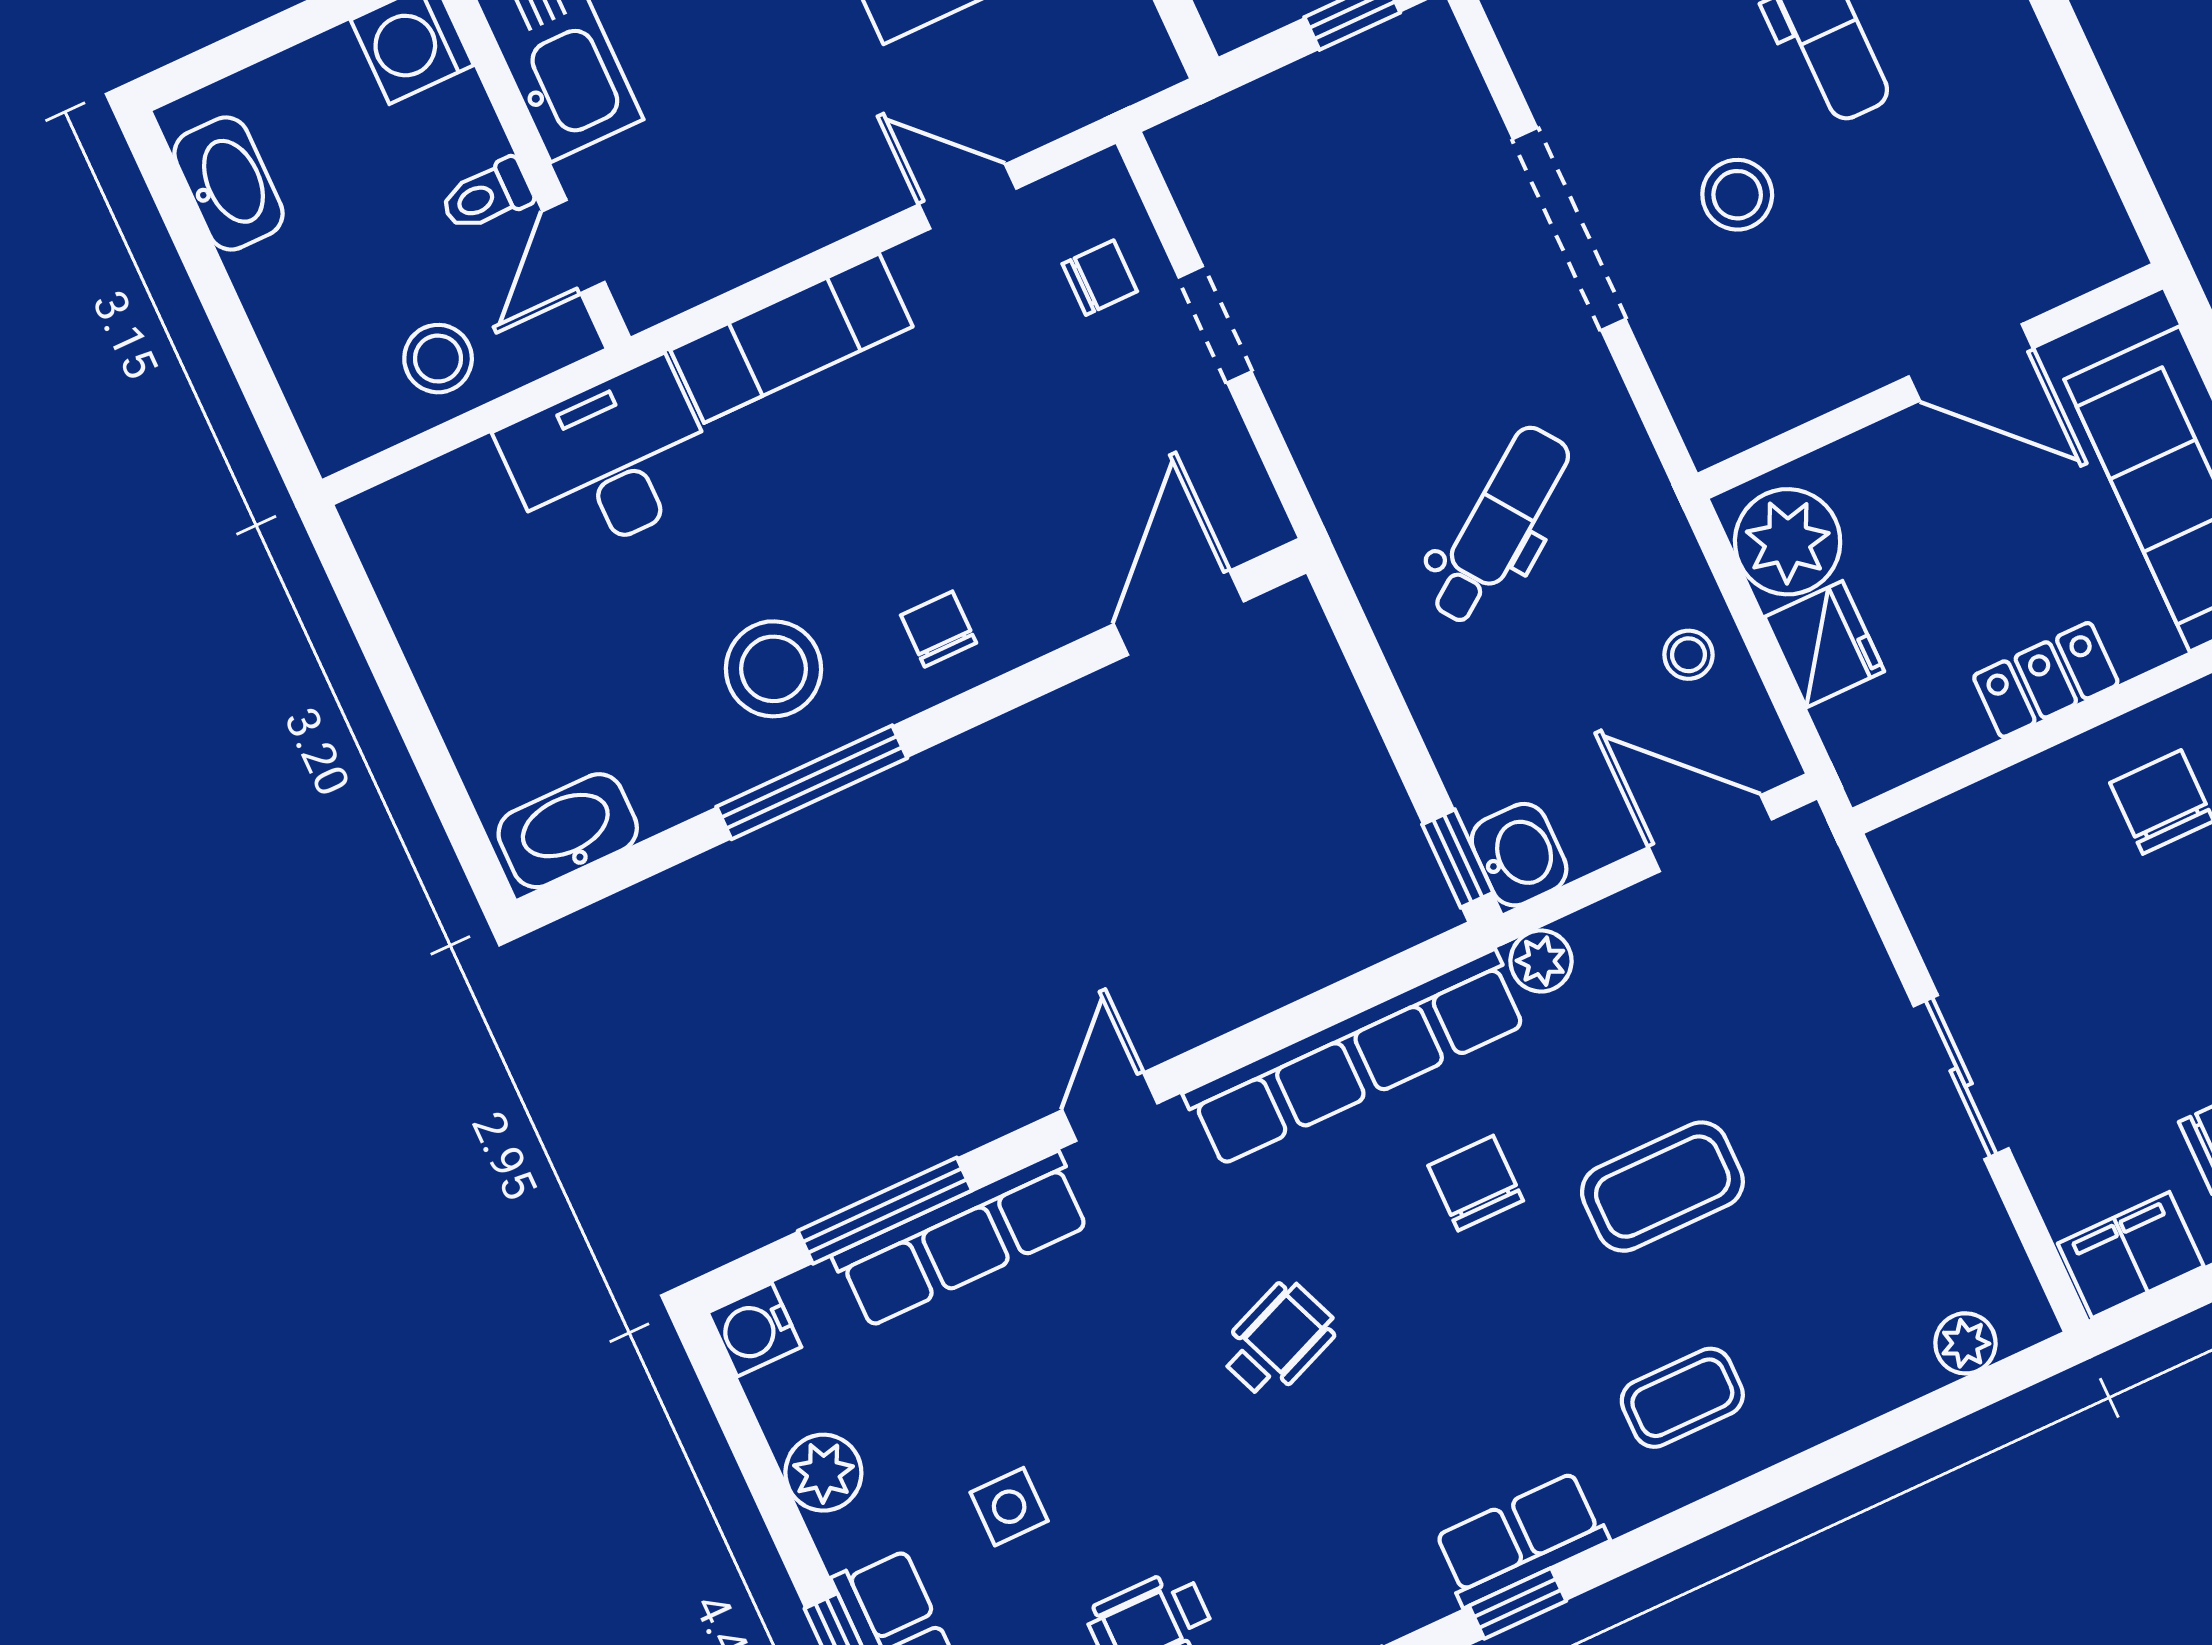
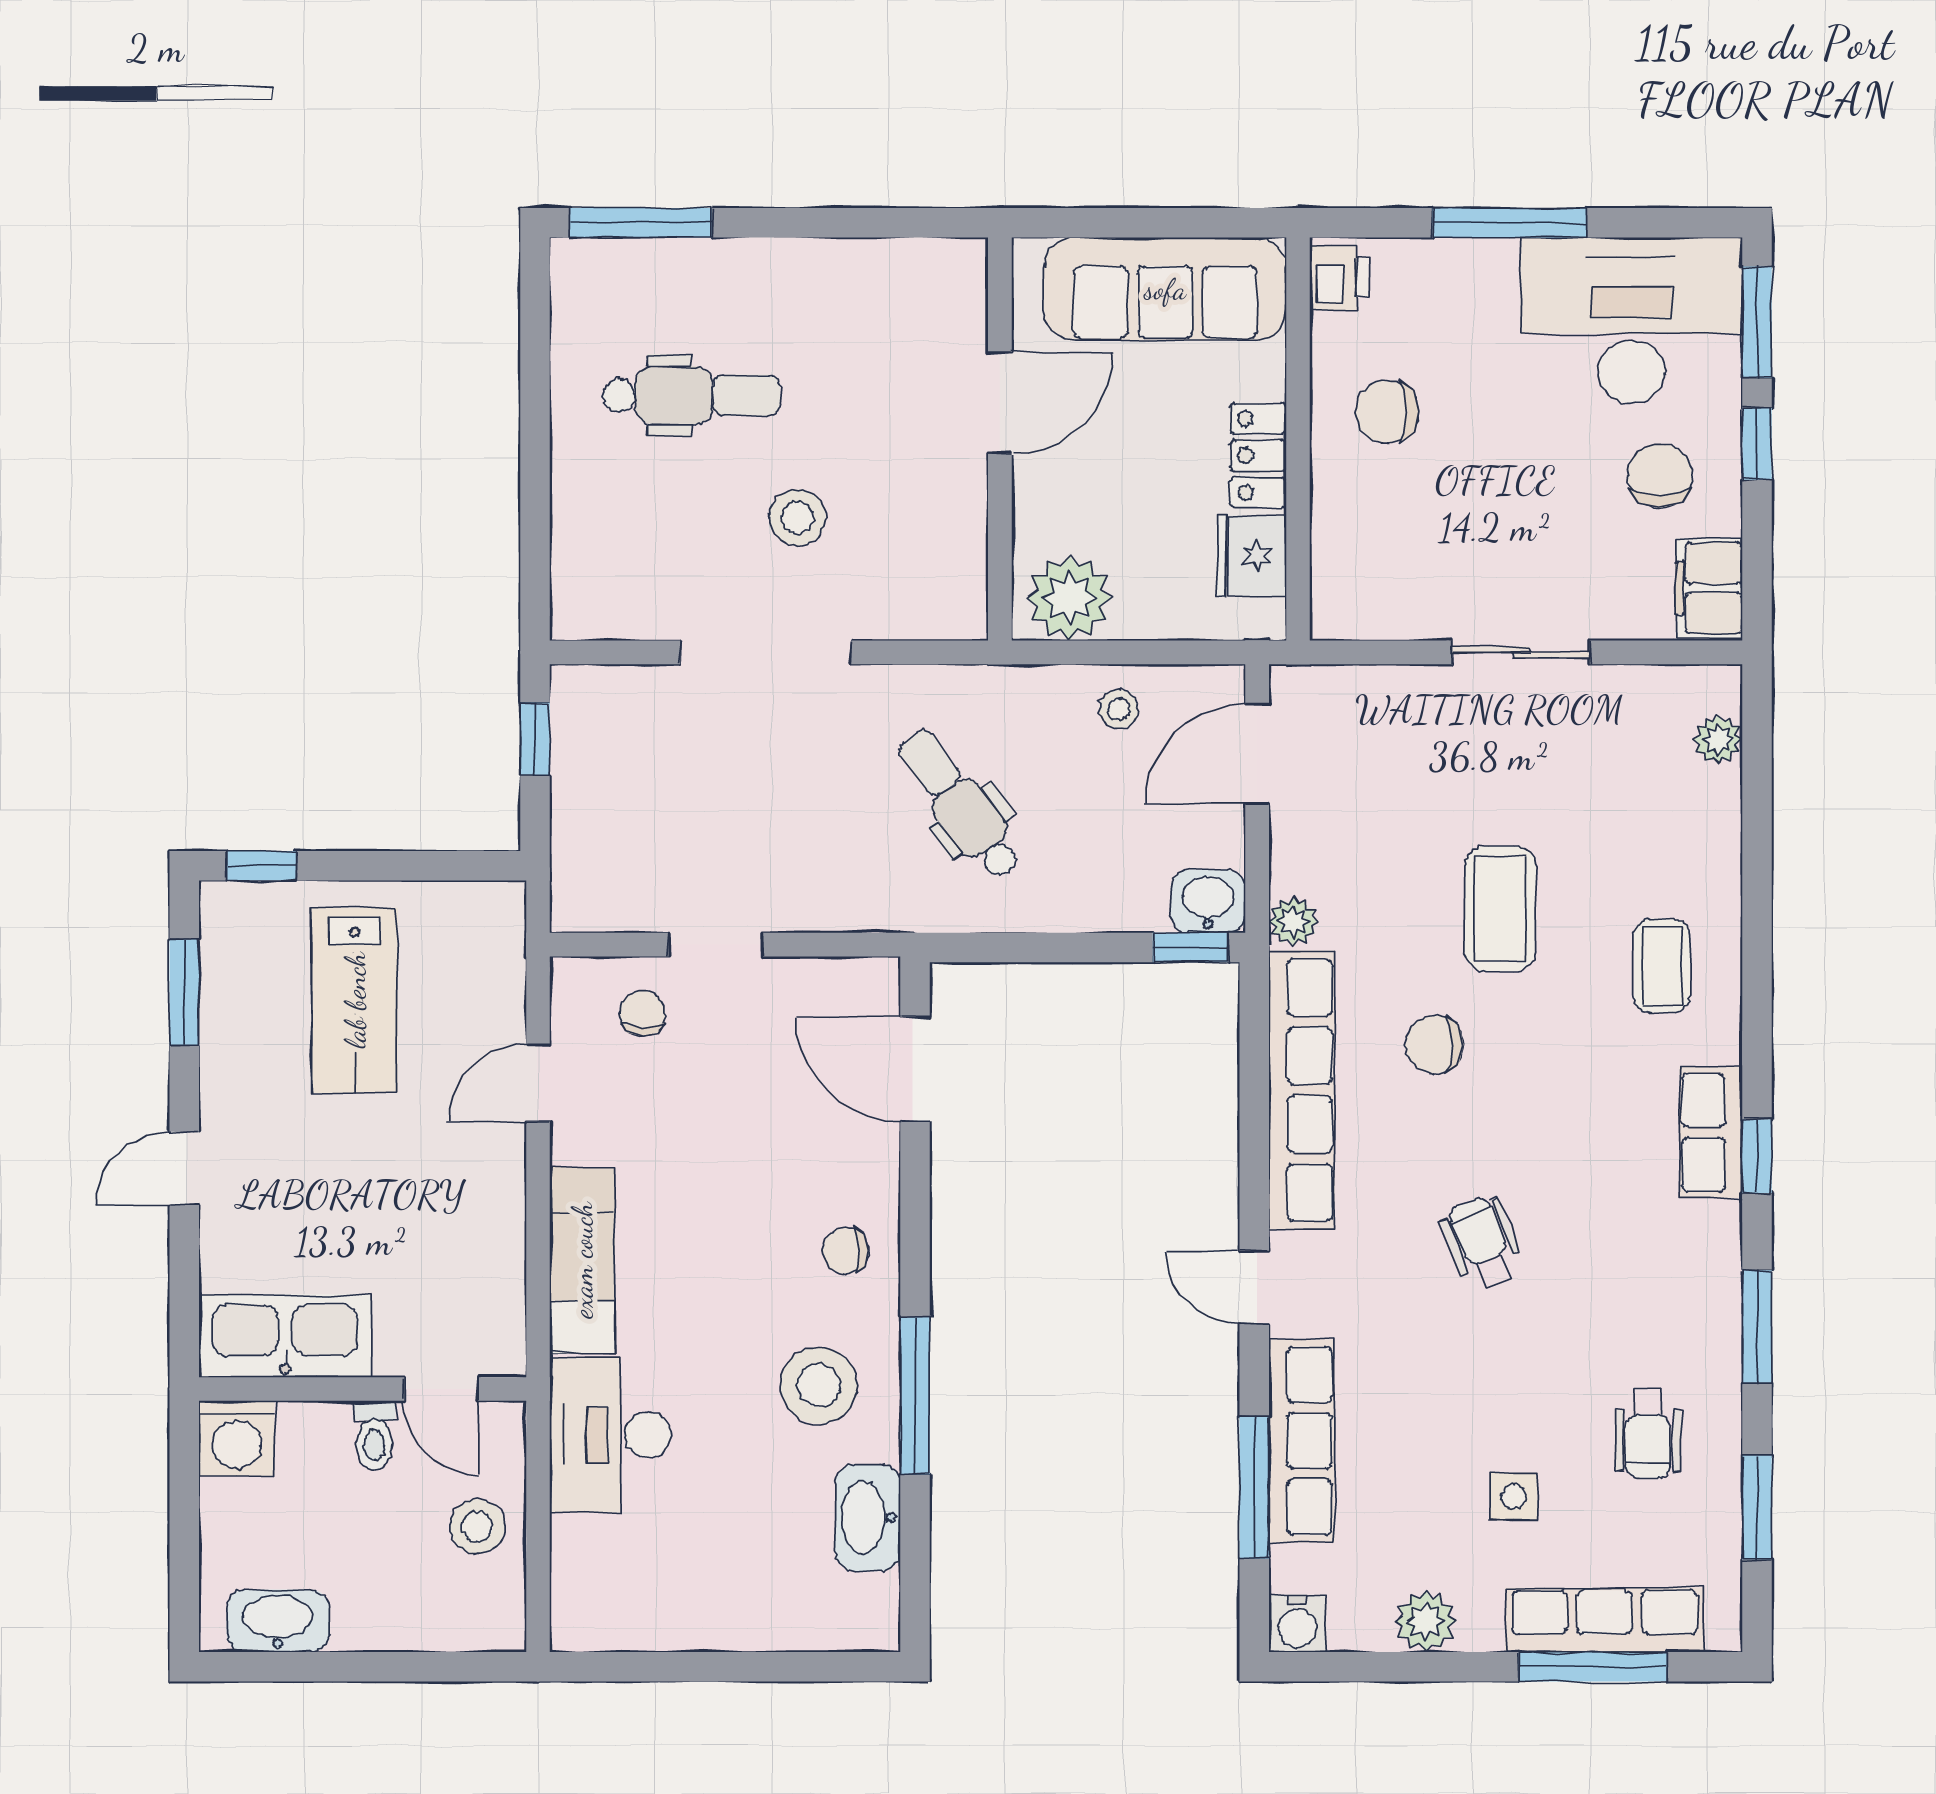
fridge: (1824, 644) -> (1252, 556), moved, turned -90
washbasin: (568, 831) -> (868, 1518), moved

